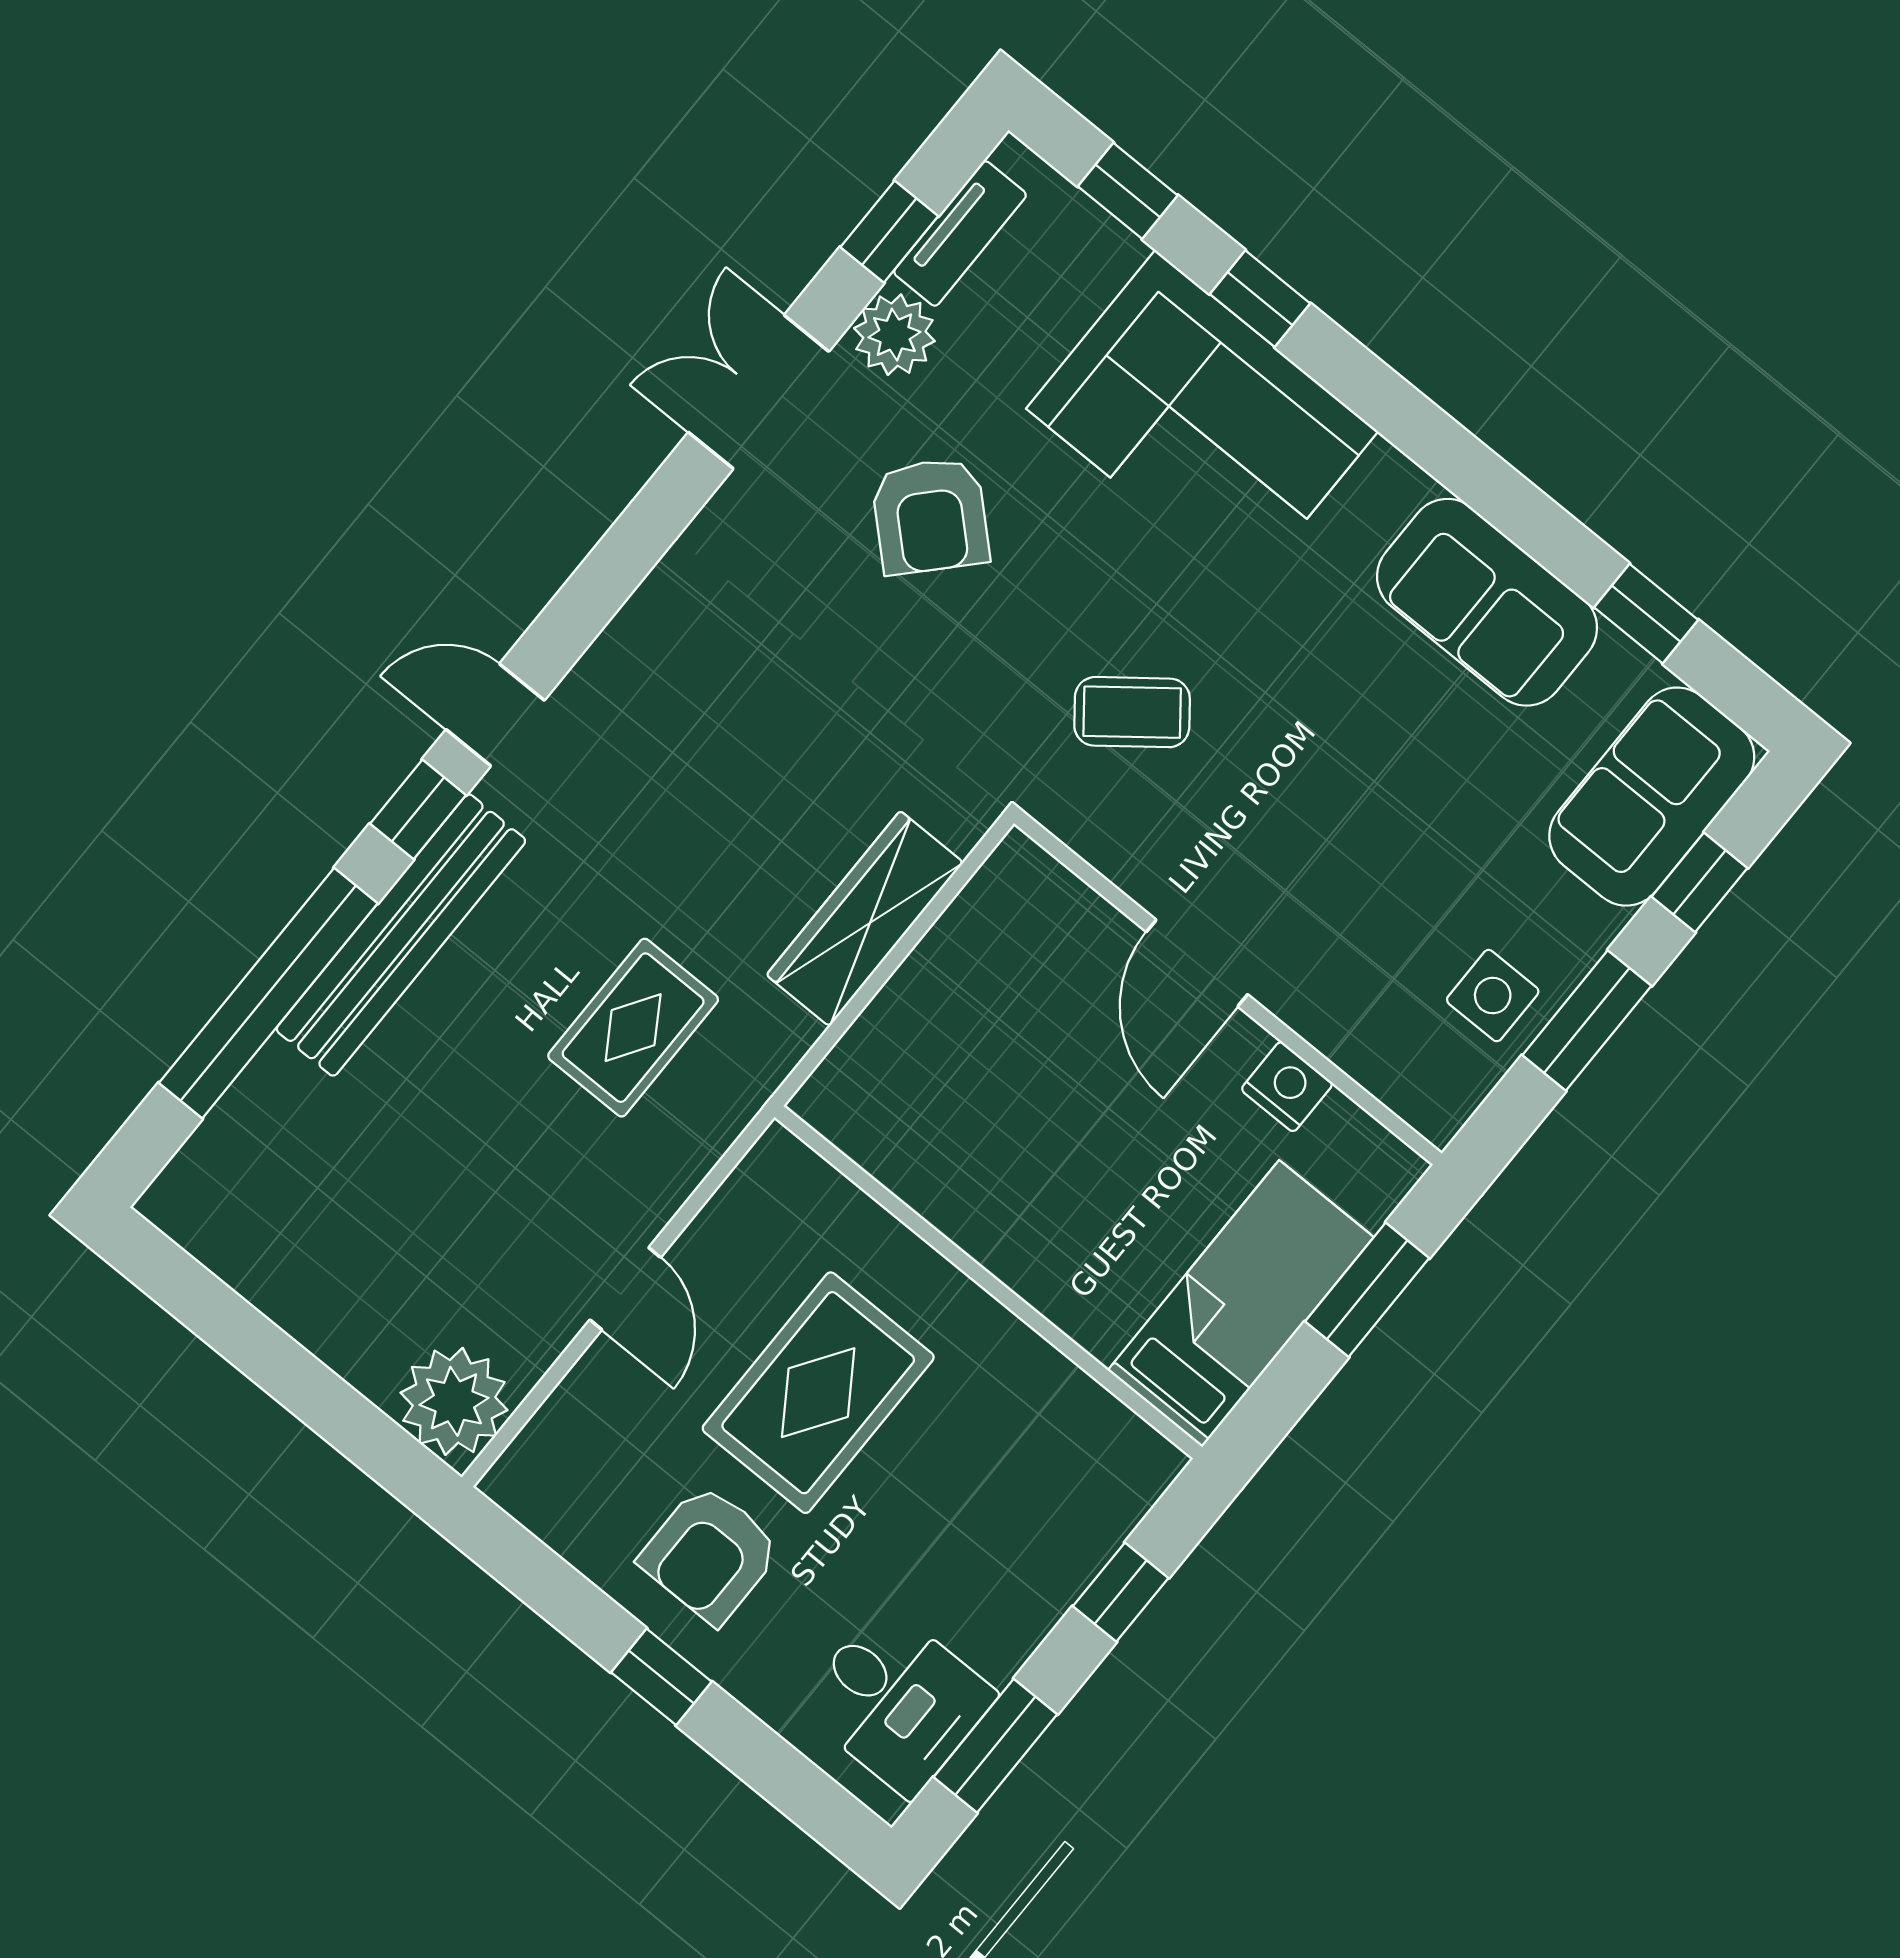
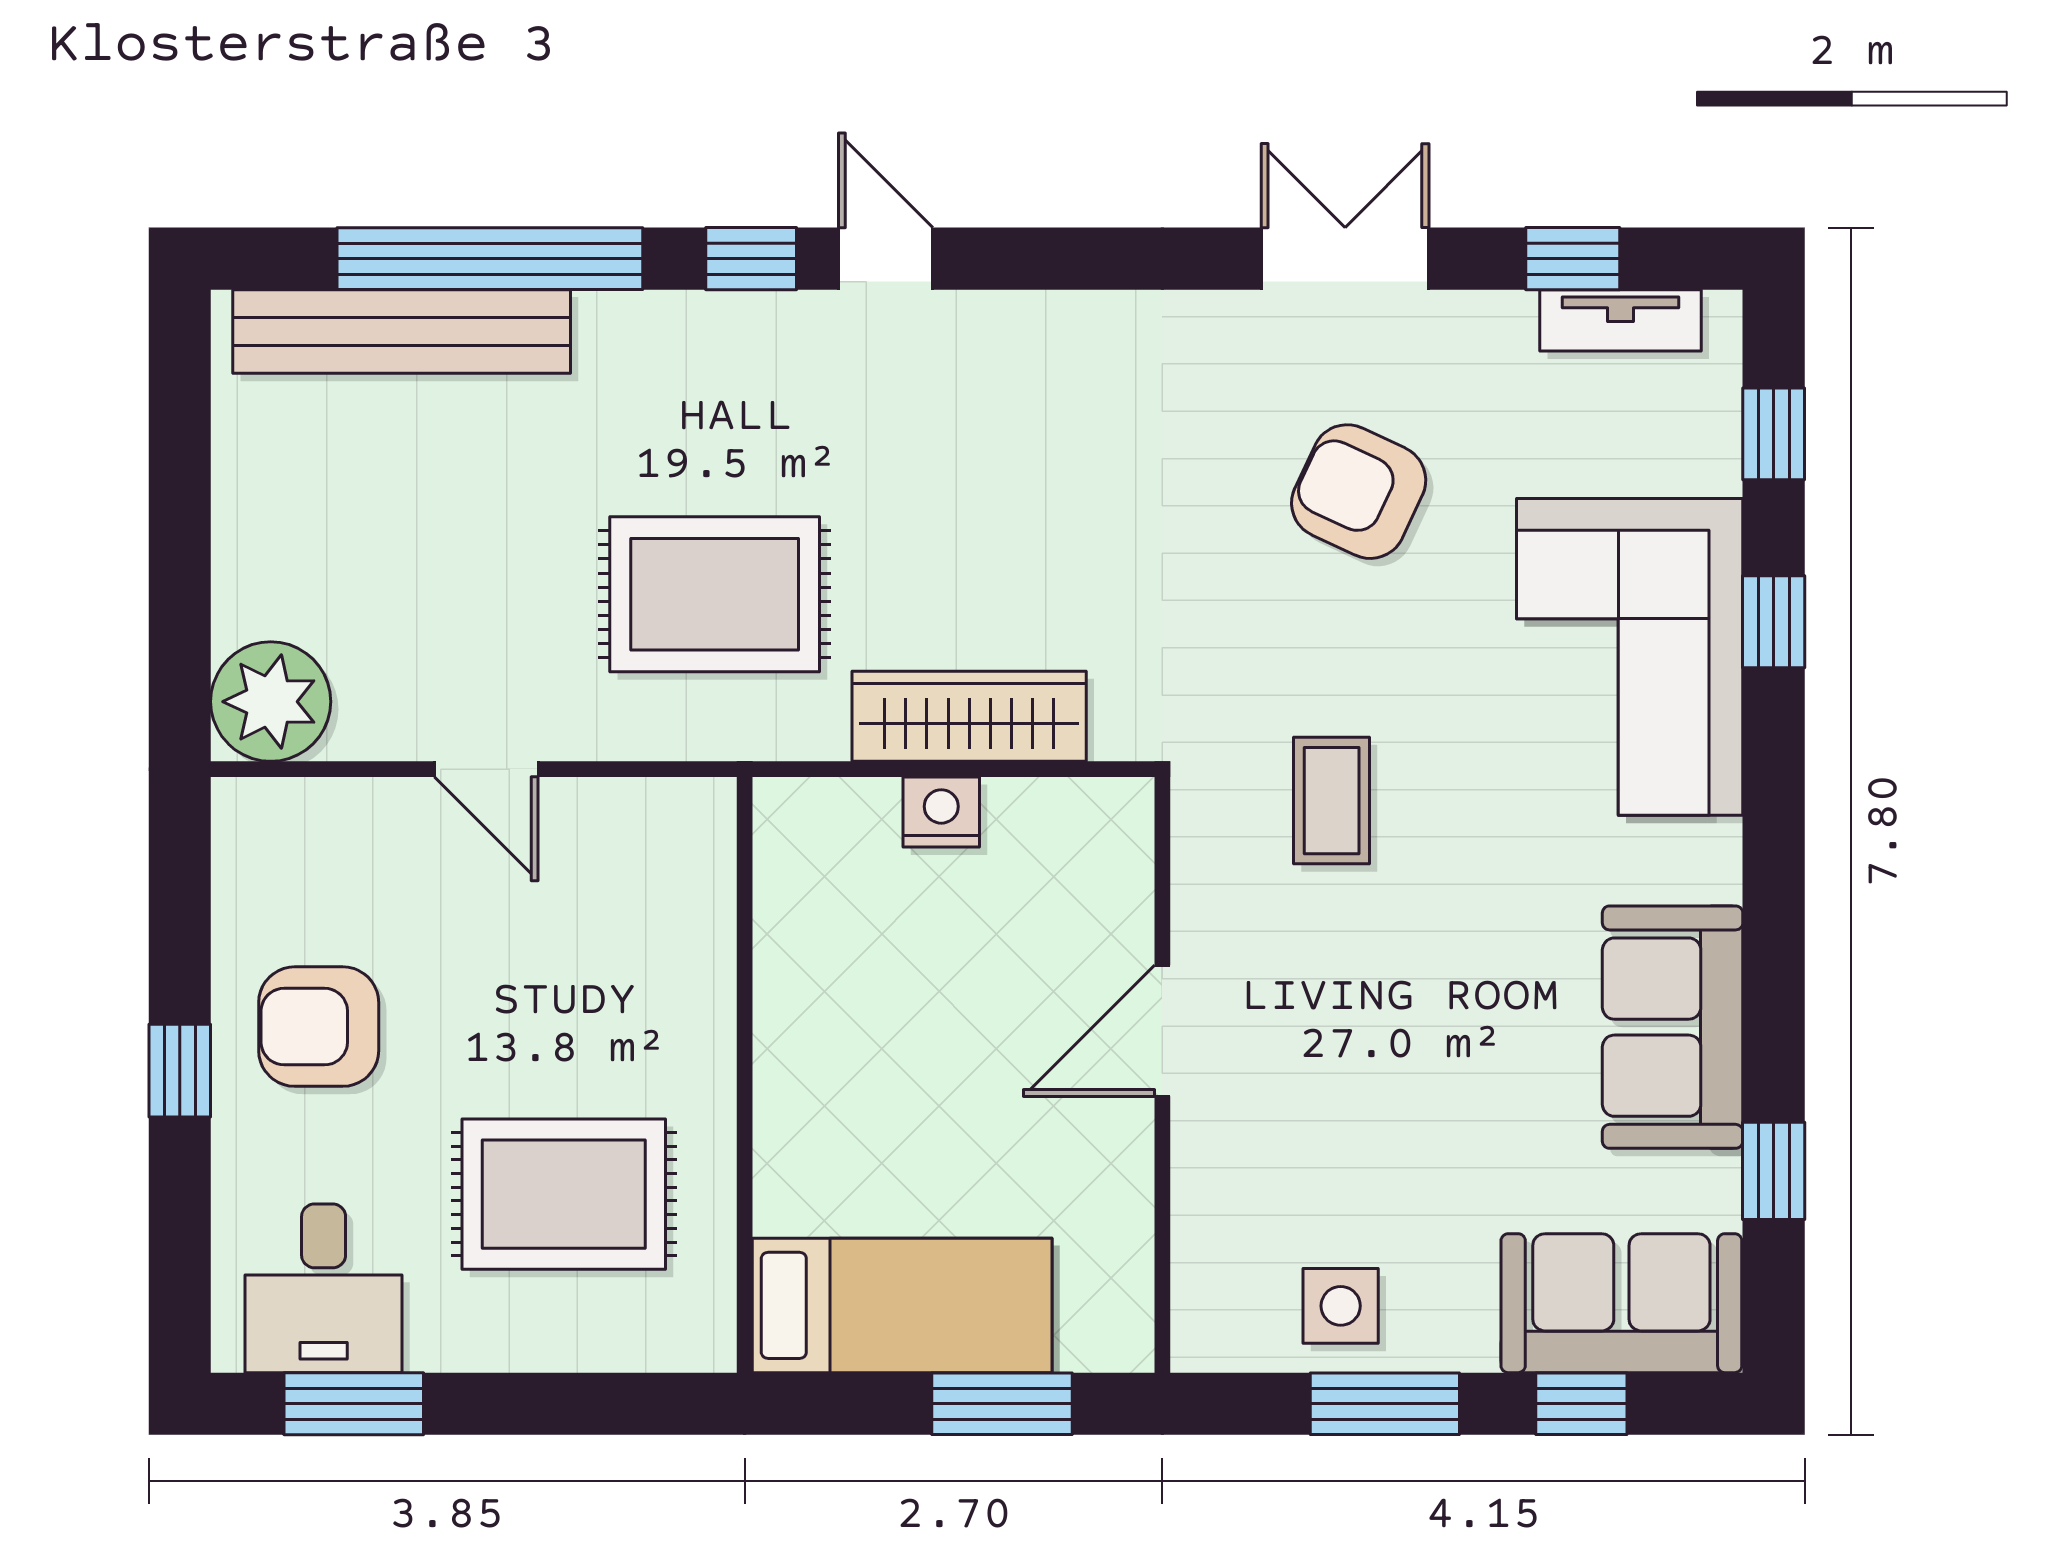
plant: (894, 335) -> (1488, 335), removed
armchair: (930, 516) -> (1359, 492), turned 72
coffee table: (1132, 712) -> (1332, 801), turned 38
bench: (401, 935) -> (402, 331), moved
rug: (633, 1028) -> (715, 594), width x1.36, depth x1.43
nightstand: (1287, 1087) -> (941, 812), moved, turned -90
door: (625, 1289) -> (486, 769), hinge flipped
rug: (818, 1393) -> (564, 1194), moved
window: (1121, 1592) -> (572, 1404), removed

